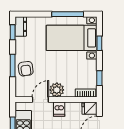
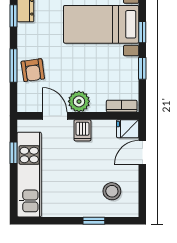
window: (99, 78) -> (142, 68), moved
door: (40, 100) -> (55, 116), hinge flipped

